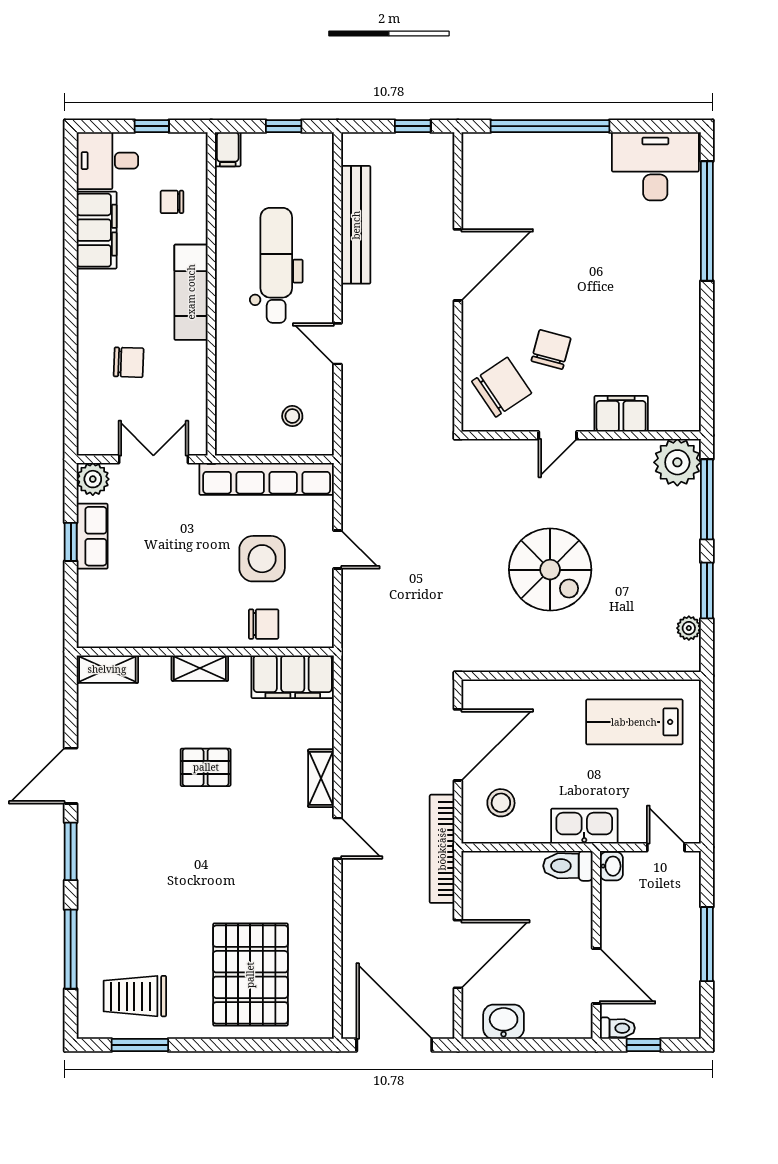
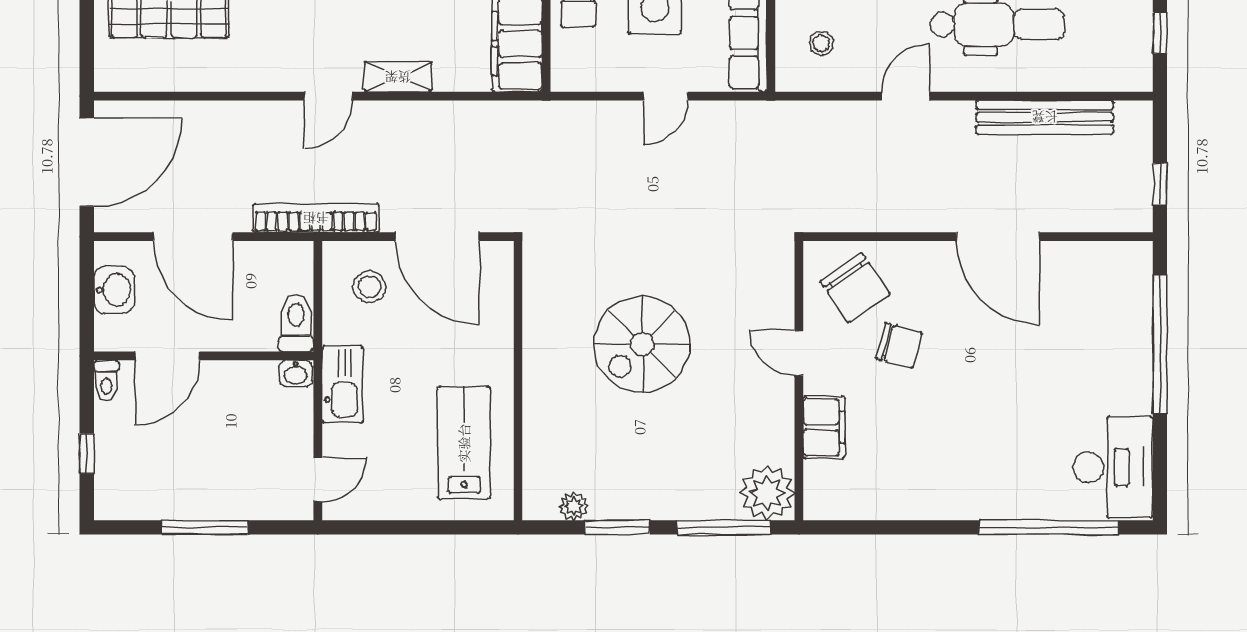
toilet: (568, 866) -> (296, 323), moved
washbasin: (611, 866) -> (296, 374), moved
wall: (596, 945) -> (204, 356), moved
door: (596, 976) -> (167, 356), moved
toilet: (617, 1028) -> (106, 381), moved

